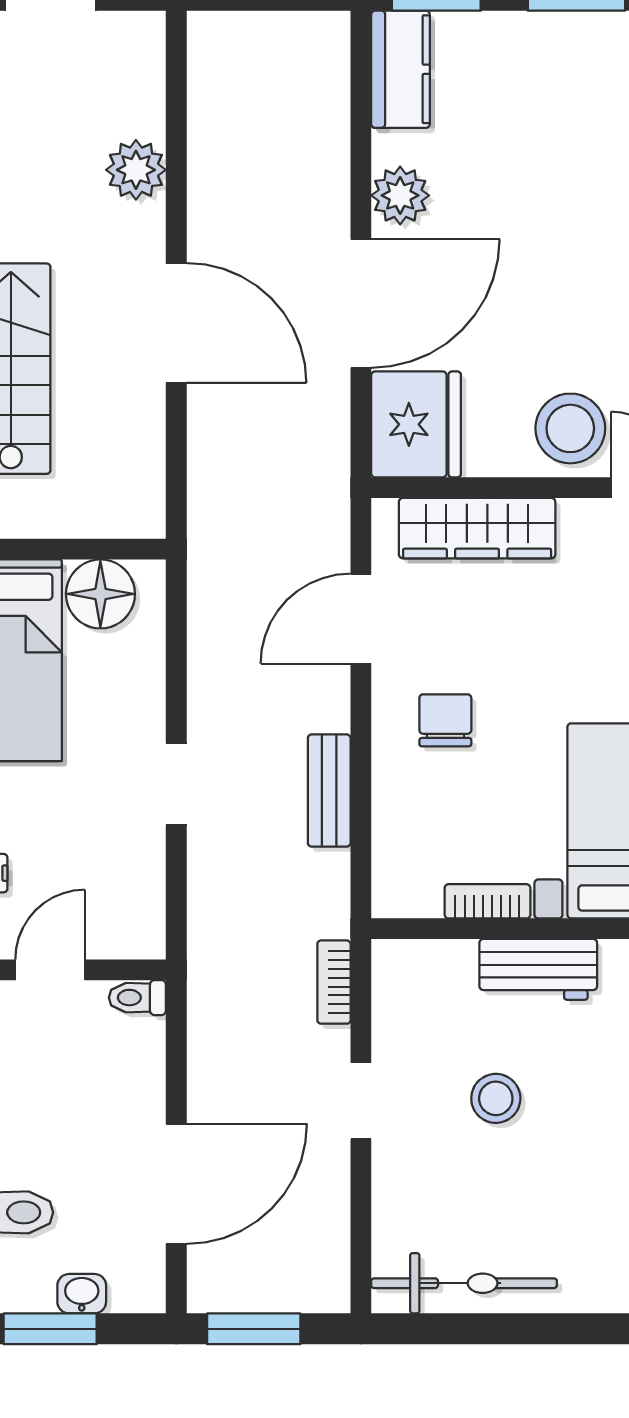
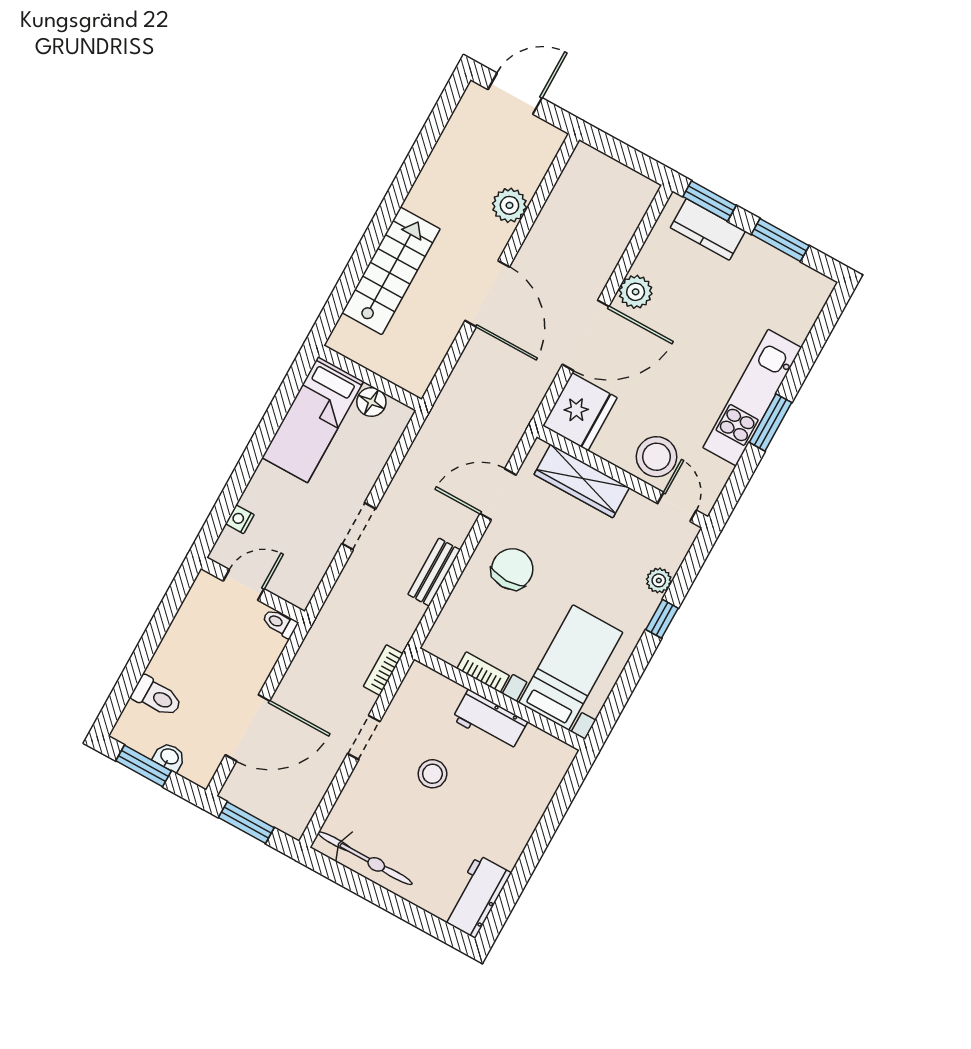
kitchen counter: (400, 69) -> (708, 229), moved, turned 90
floor lamp: (100, 594) -> (371, 402), width x0.73, depth x0.73
chair: (445, 720) -> (512, 569), width x1.37, depth x1.37

